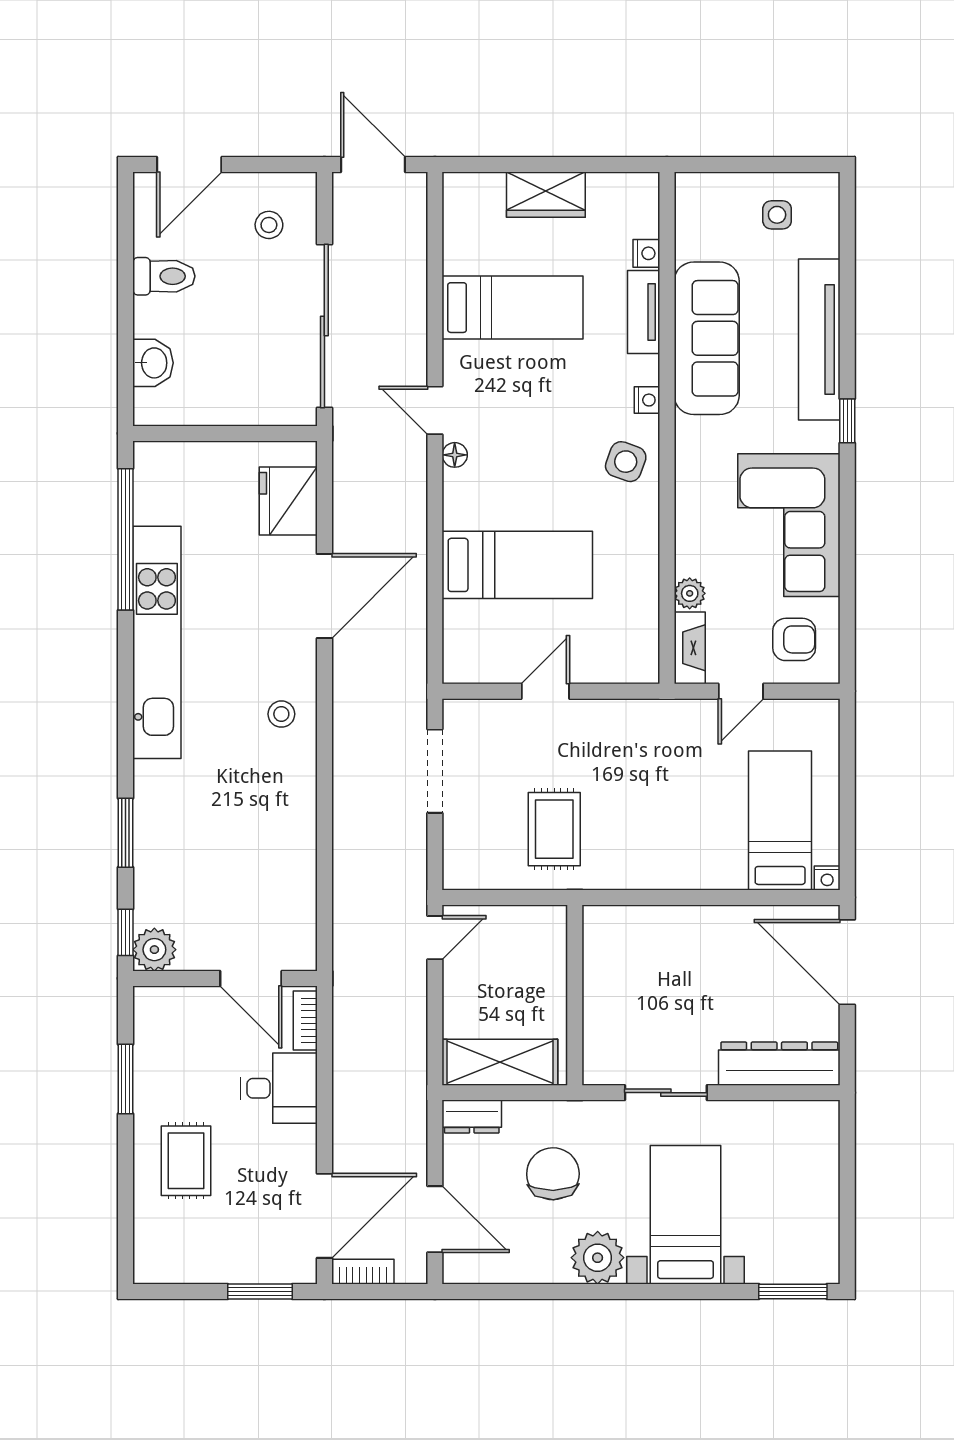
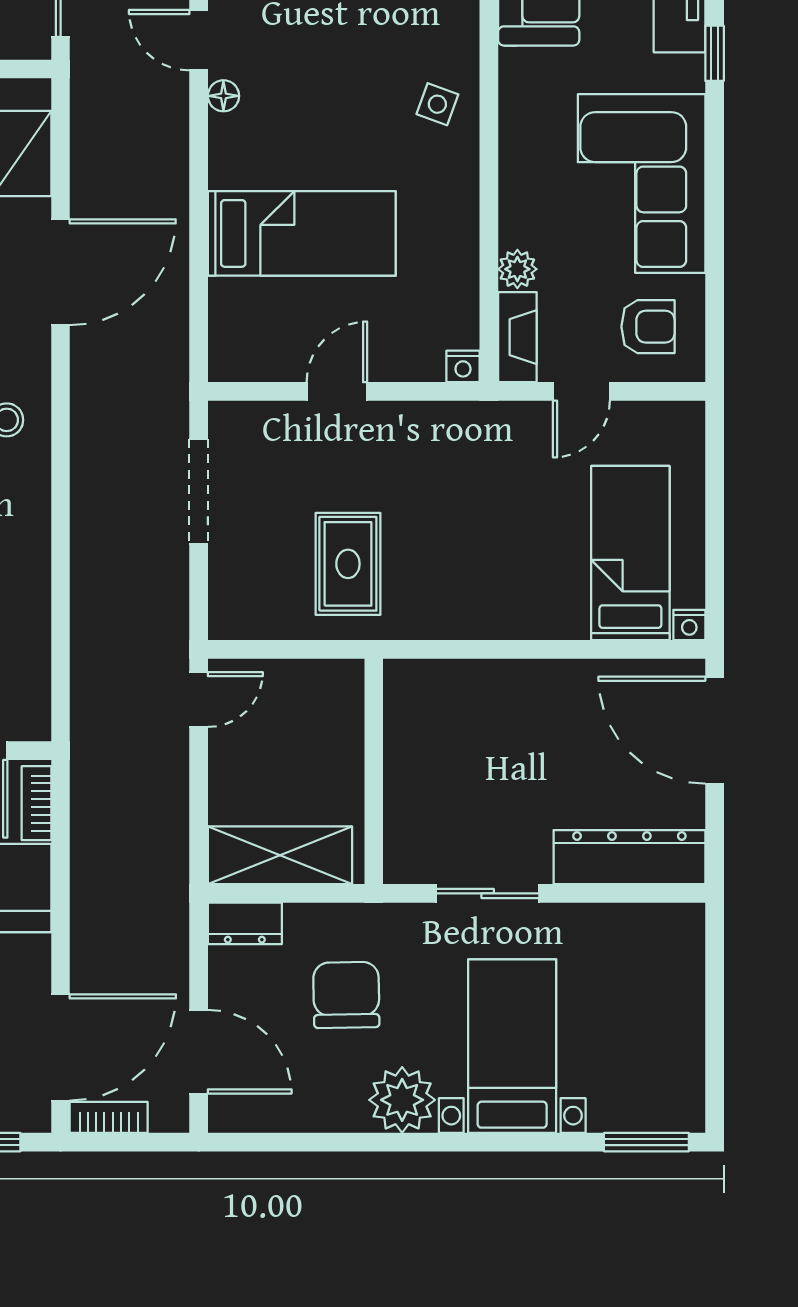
nightstand: (647, 400) -> (463, 366), moved, turned 90
side table: (626, 462) -> (437, 104), width x0.73, depth x0.73

